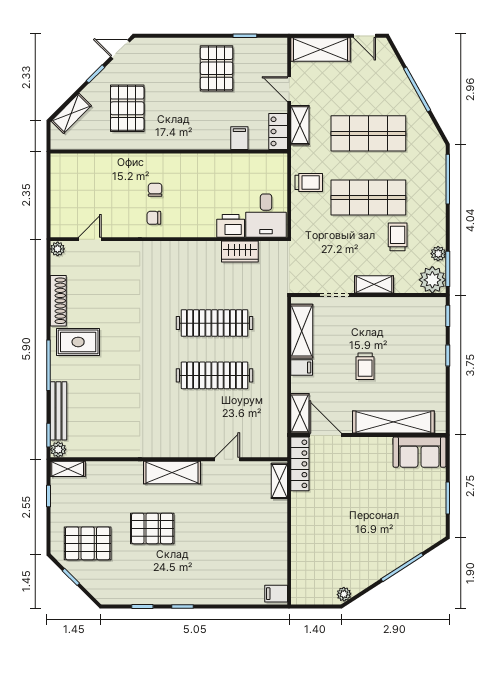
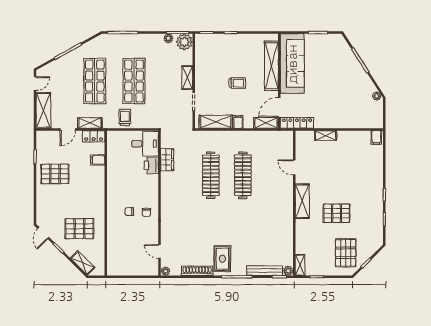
trolley: (398, 237) -> (158, 63), removed
sofa: (419, 452) -> (292, 64), width x1.85, depth x1.27
shelving: (279, 481) -> (326, 136), moved
pallet: (152, 528) -> (336, 213), turned 90

